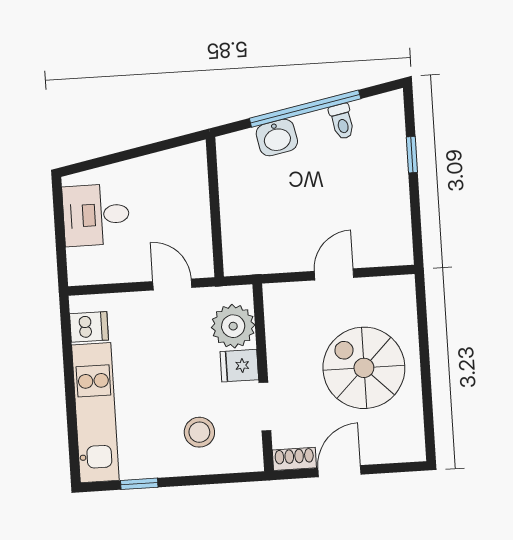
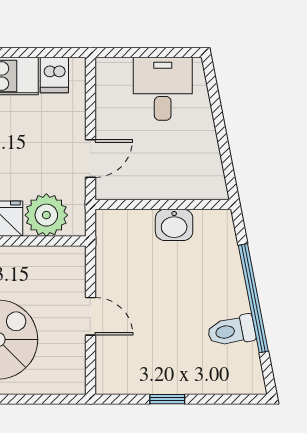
toilet: (342, 121) -> (231, 331), width x1.37, depth x1.39
washbasin: (277, 138) -> (174, 225), moved, turned -79
window: (412, 155) -> (167, 399), moved

